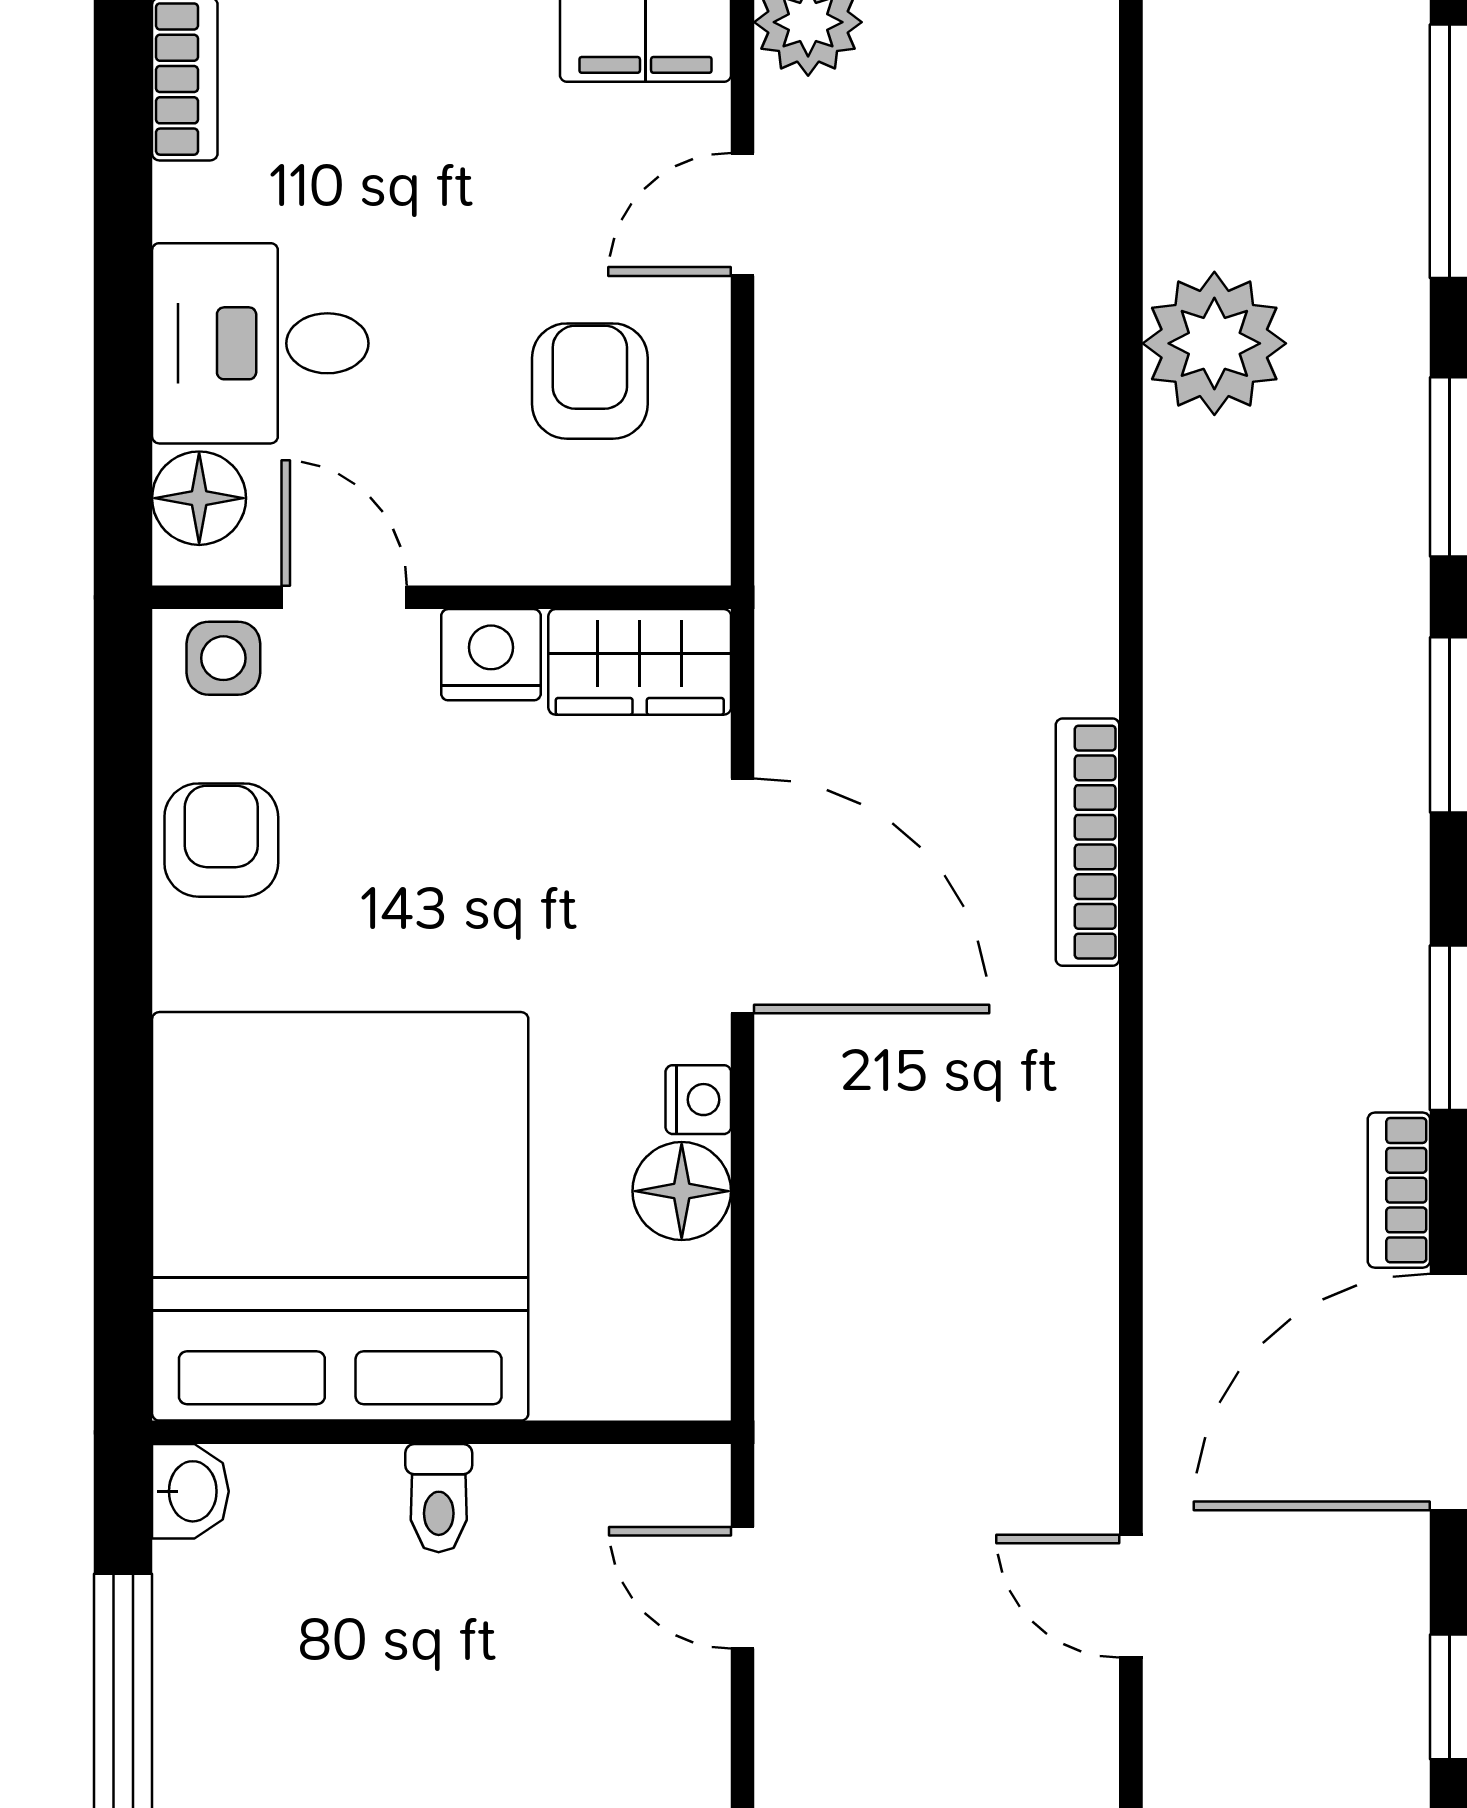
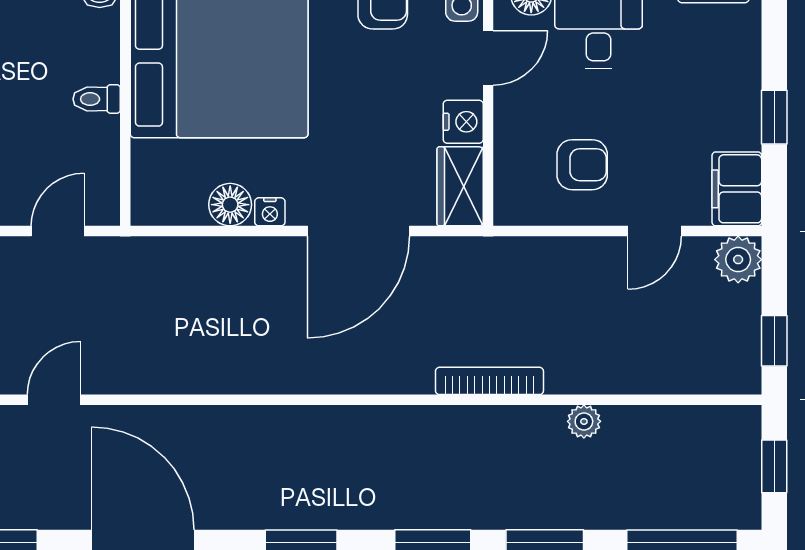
door: (743, 214) -> (655, 231), swing flipped
plant: (1214, 343) -> (584, 421), width x0.53, depth x0.53
bookcase: (1088, 842) -> (489, 381), moved
bookcase: (1399, 1190) -> (231, 516), removed

